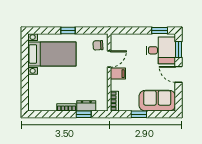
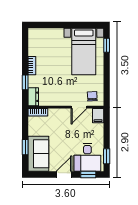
window: (68, 30) -> (107, 45), moved
door: (109, 59) -> (79, 107), hinge flipped
filing cabinet: (118, 74) -> (98, 116), moved
dresser: (86, 106) -> (33, 97), moved
window: (139, 114) -> (25, 147), moved

